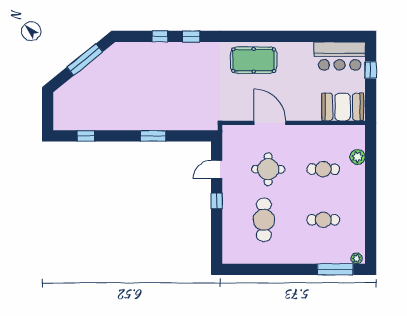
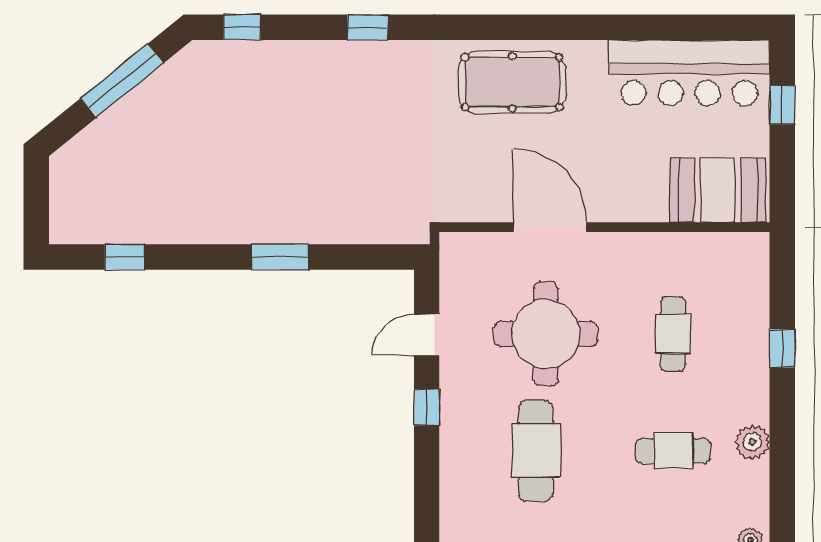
window: (160, 36) -> (242, 27), moved
bar counter: (340, 56) -> (689, 73), width x1.36
plant: (358, 157) -> (752, 442), moved
round table: (268, 169) -> (546, 334), width x1.36, depth x1.36
cafe table: (323, 169) -> (673, 334), turned 90
window: (371, 175) -> (782, 348), added

